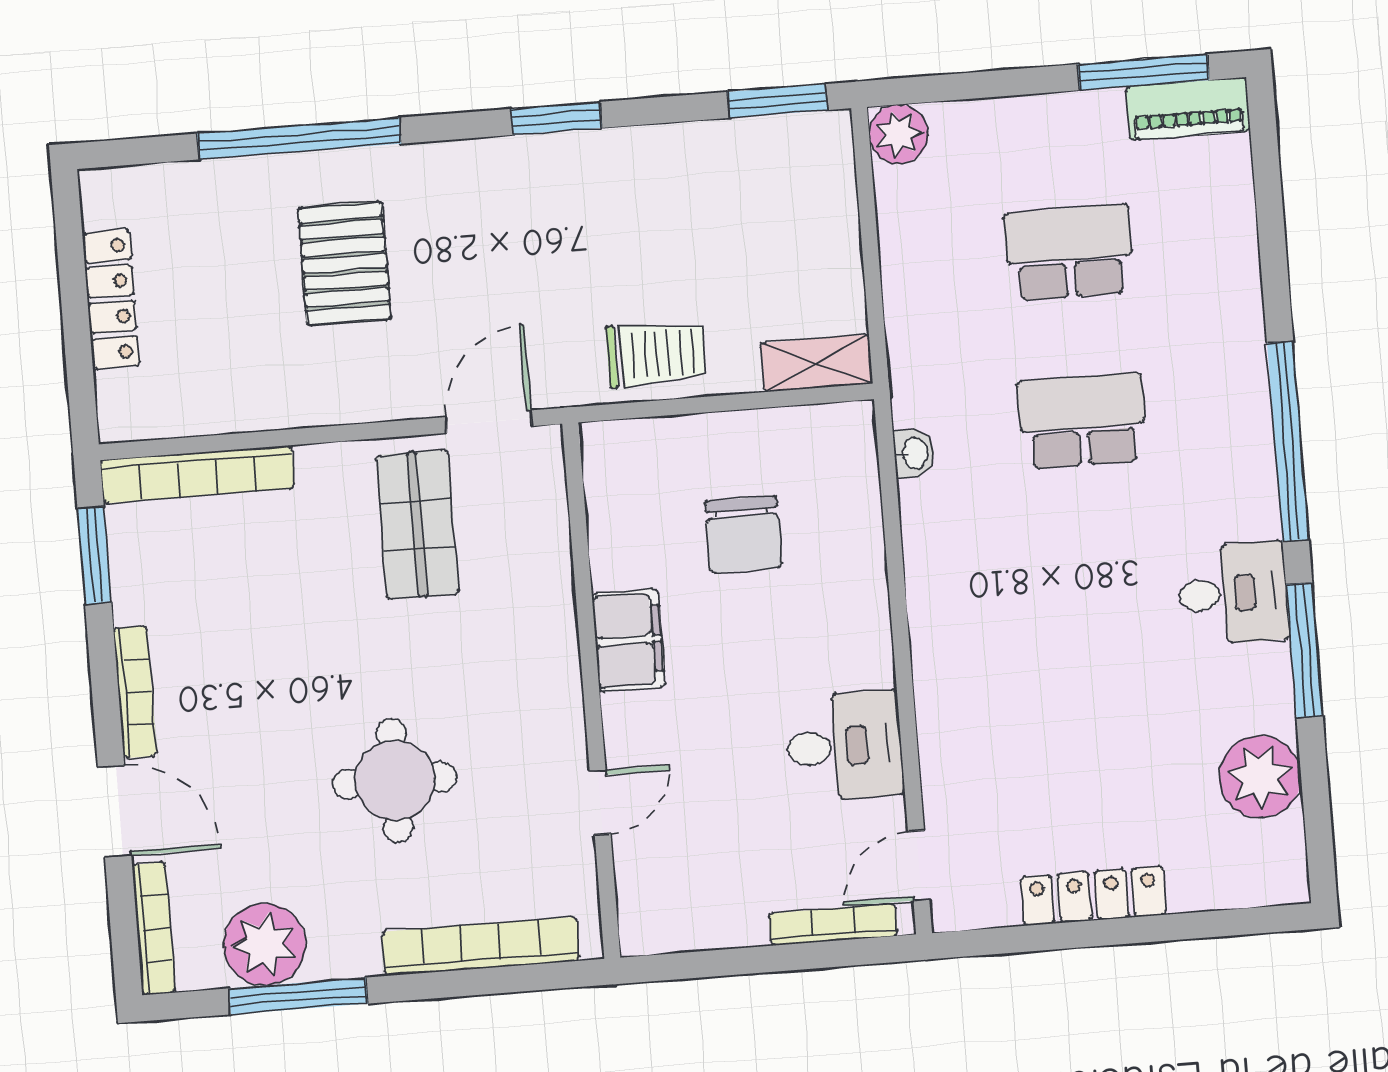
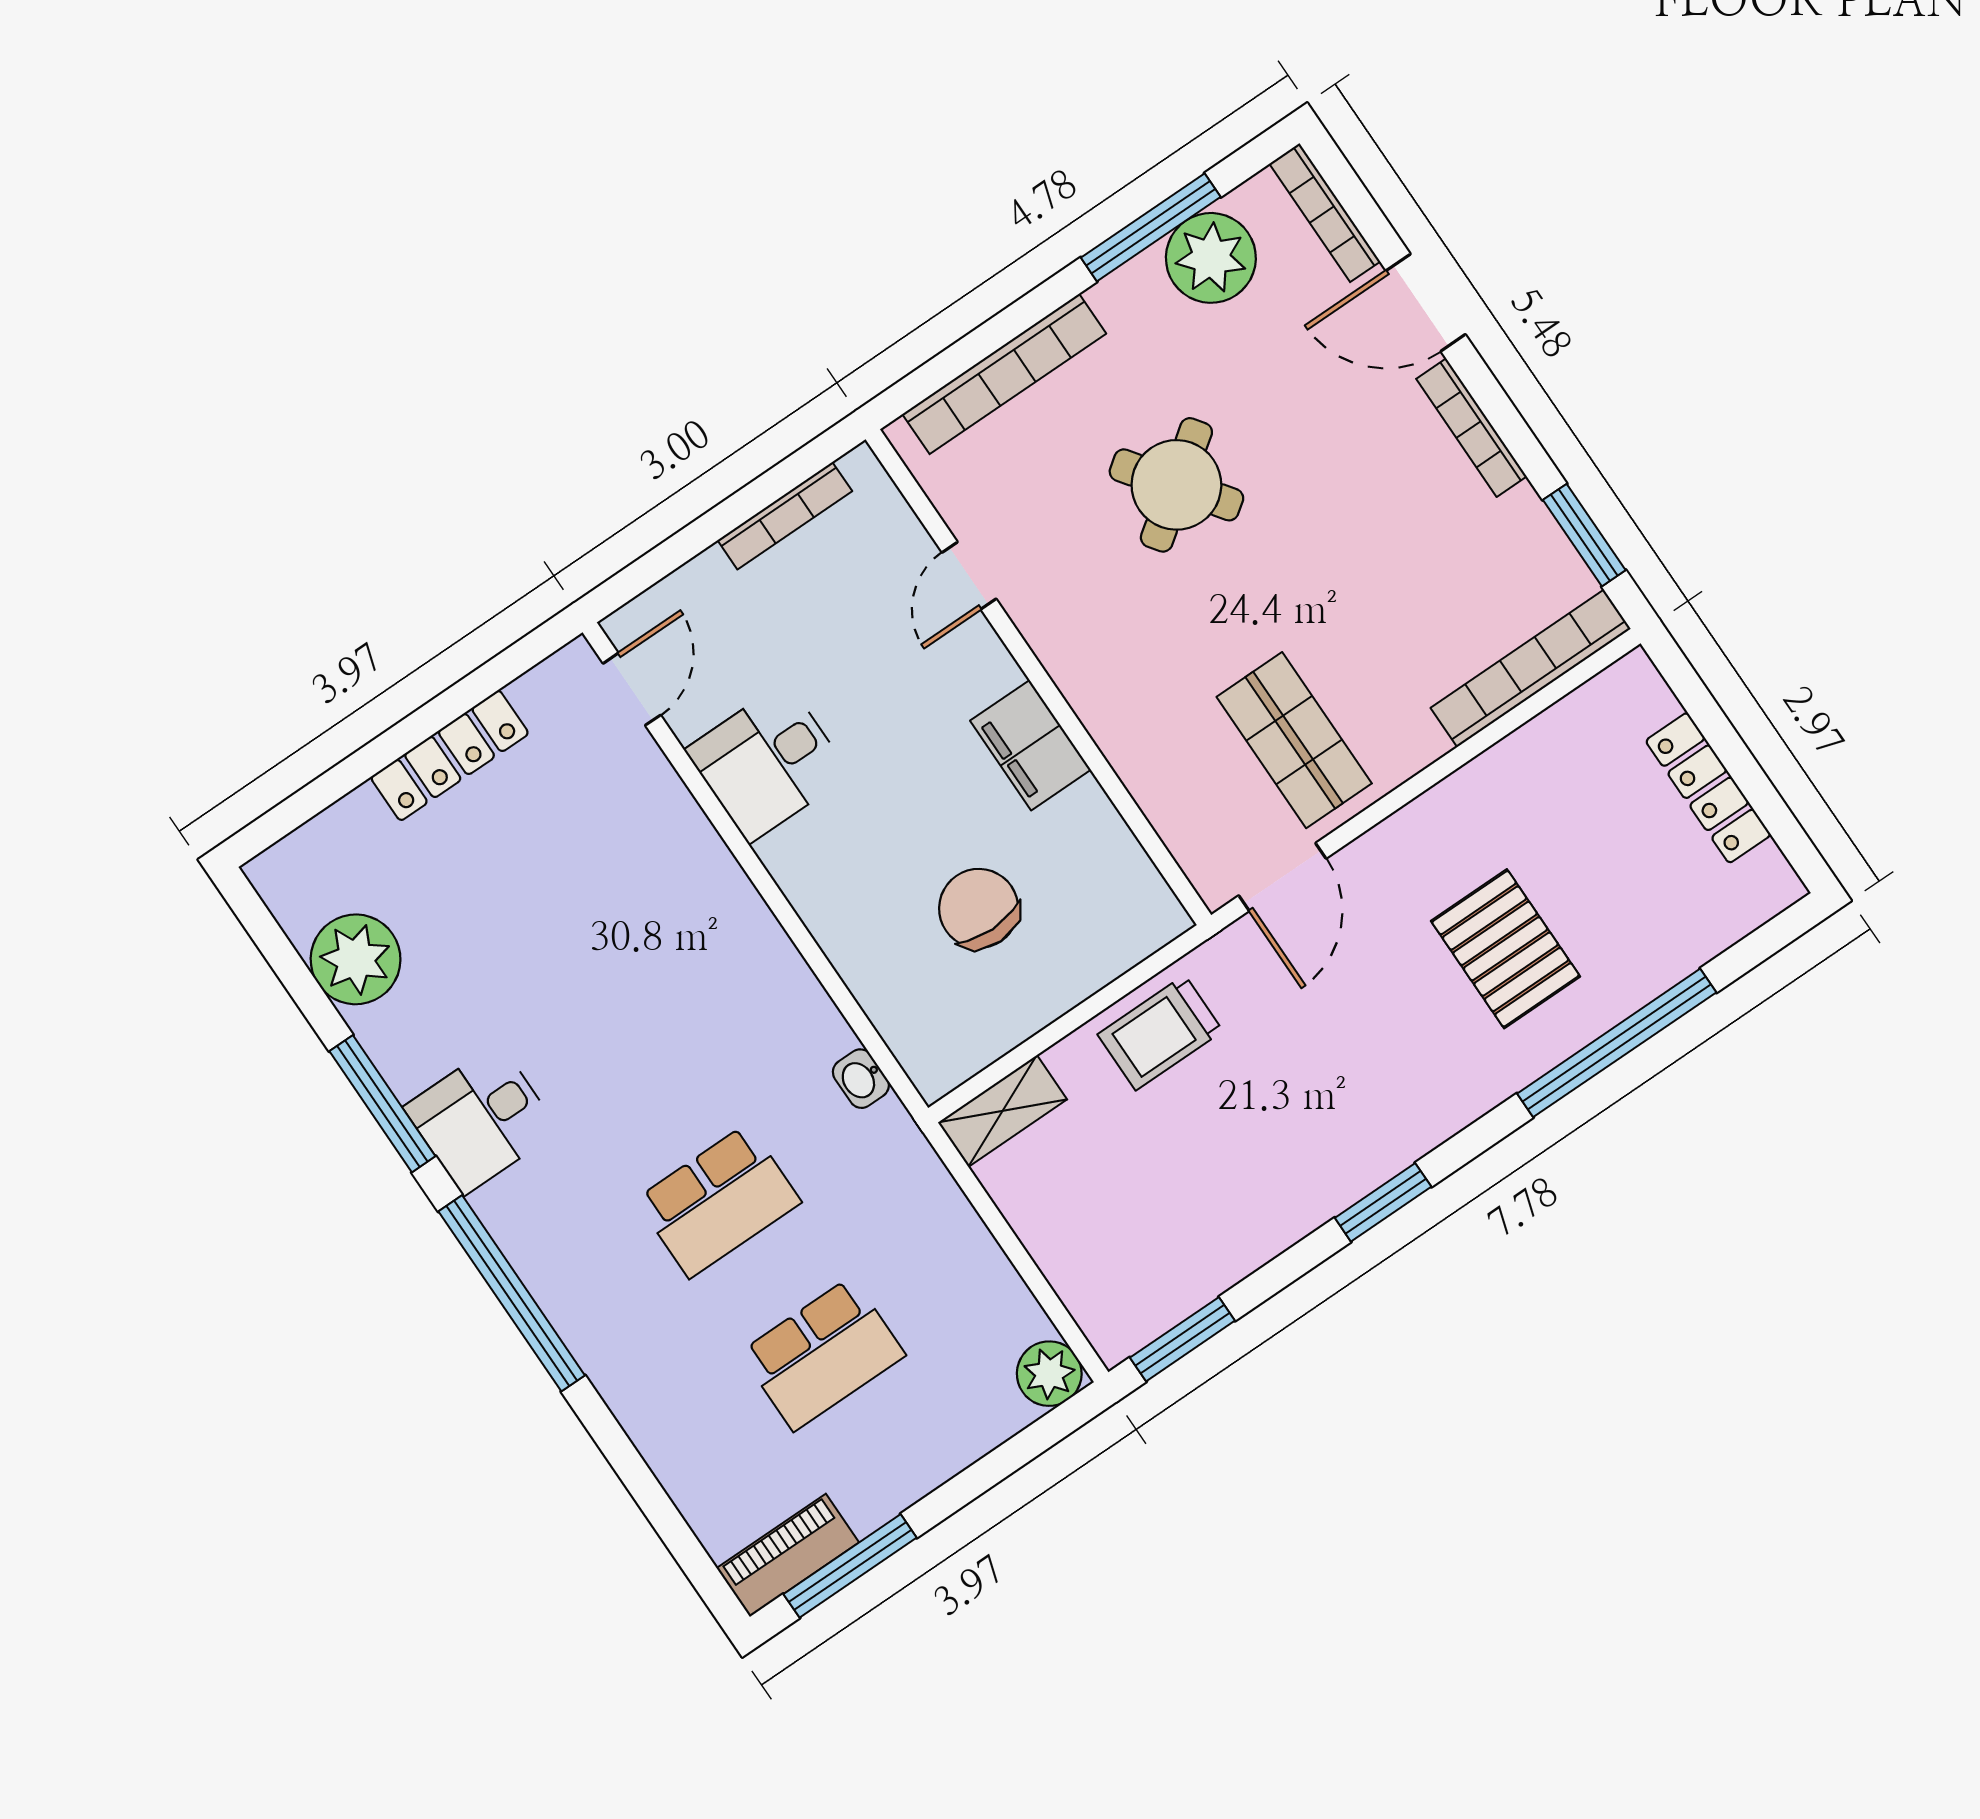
round table: (395, 780) -> (1176, 485), turned -36
bookcase: (833, 925) -> (785, 516), moved

